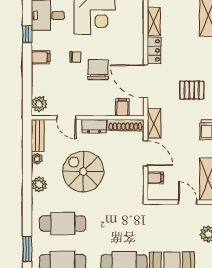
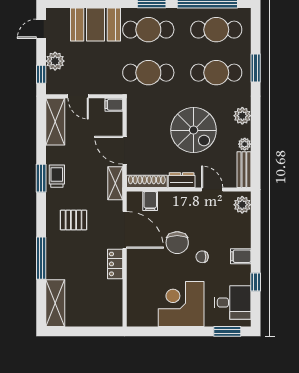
shelving: (154, 21) -> (116, 296), removed
filing cabinet: (155, 178) -> (114, 105), moved
cafe table: (124, 223) -> (148, 73), added
window: (27, 249) -> (256, 68), moved

